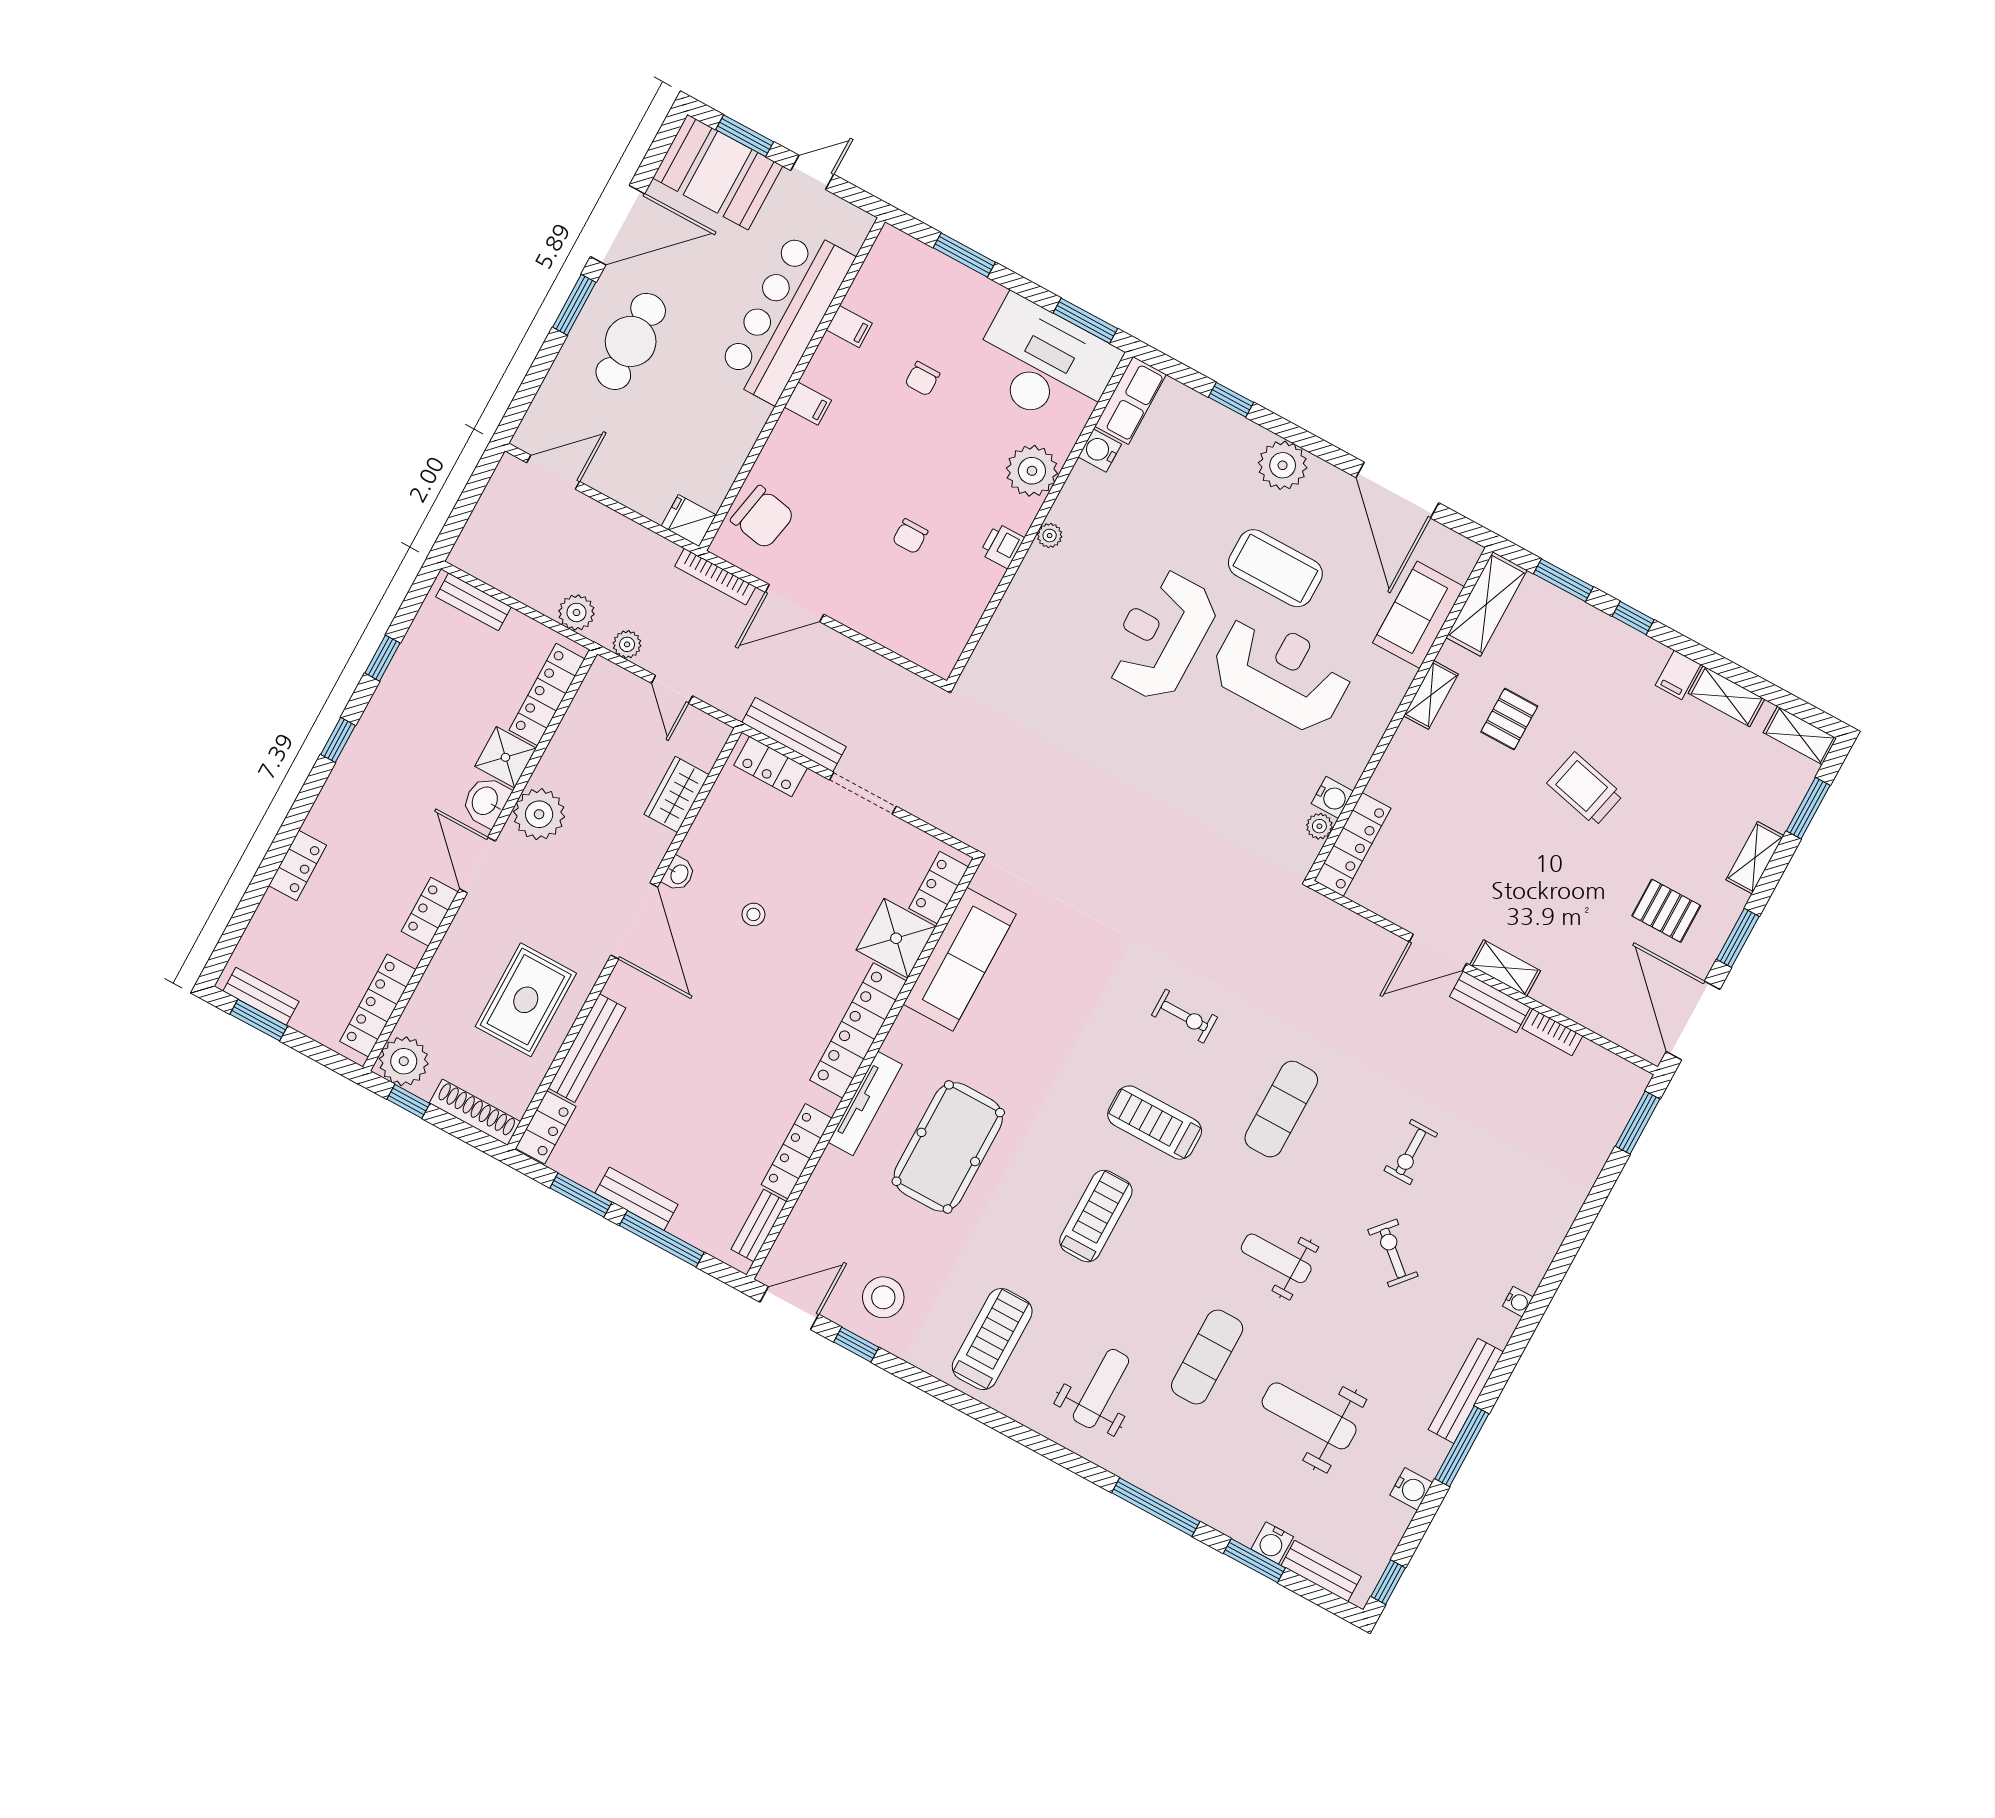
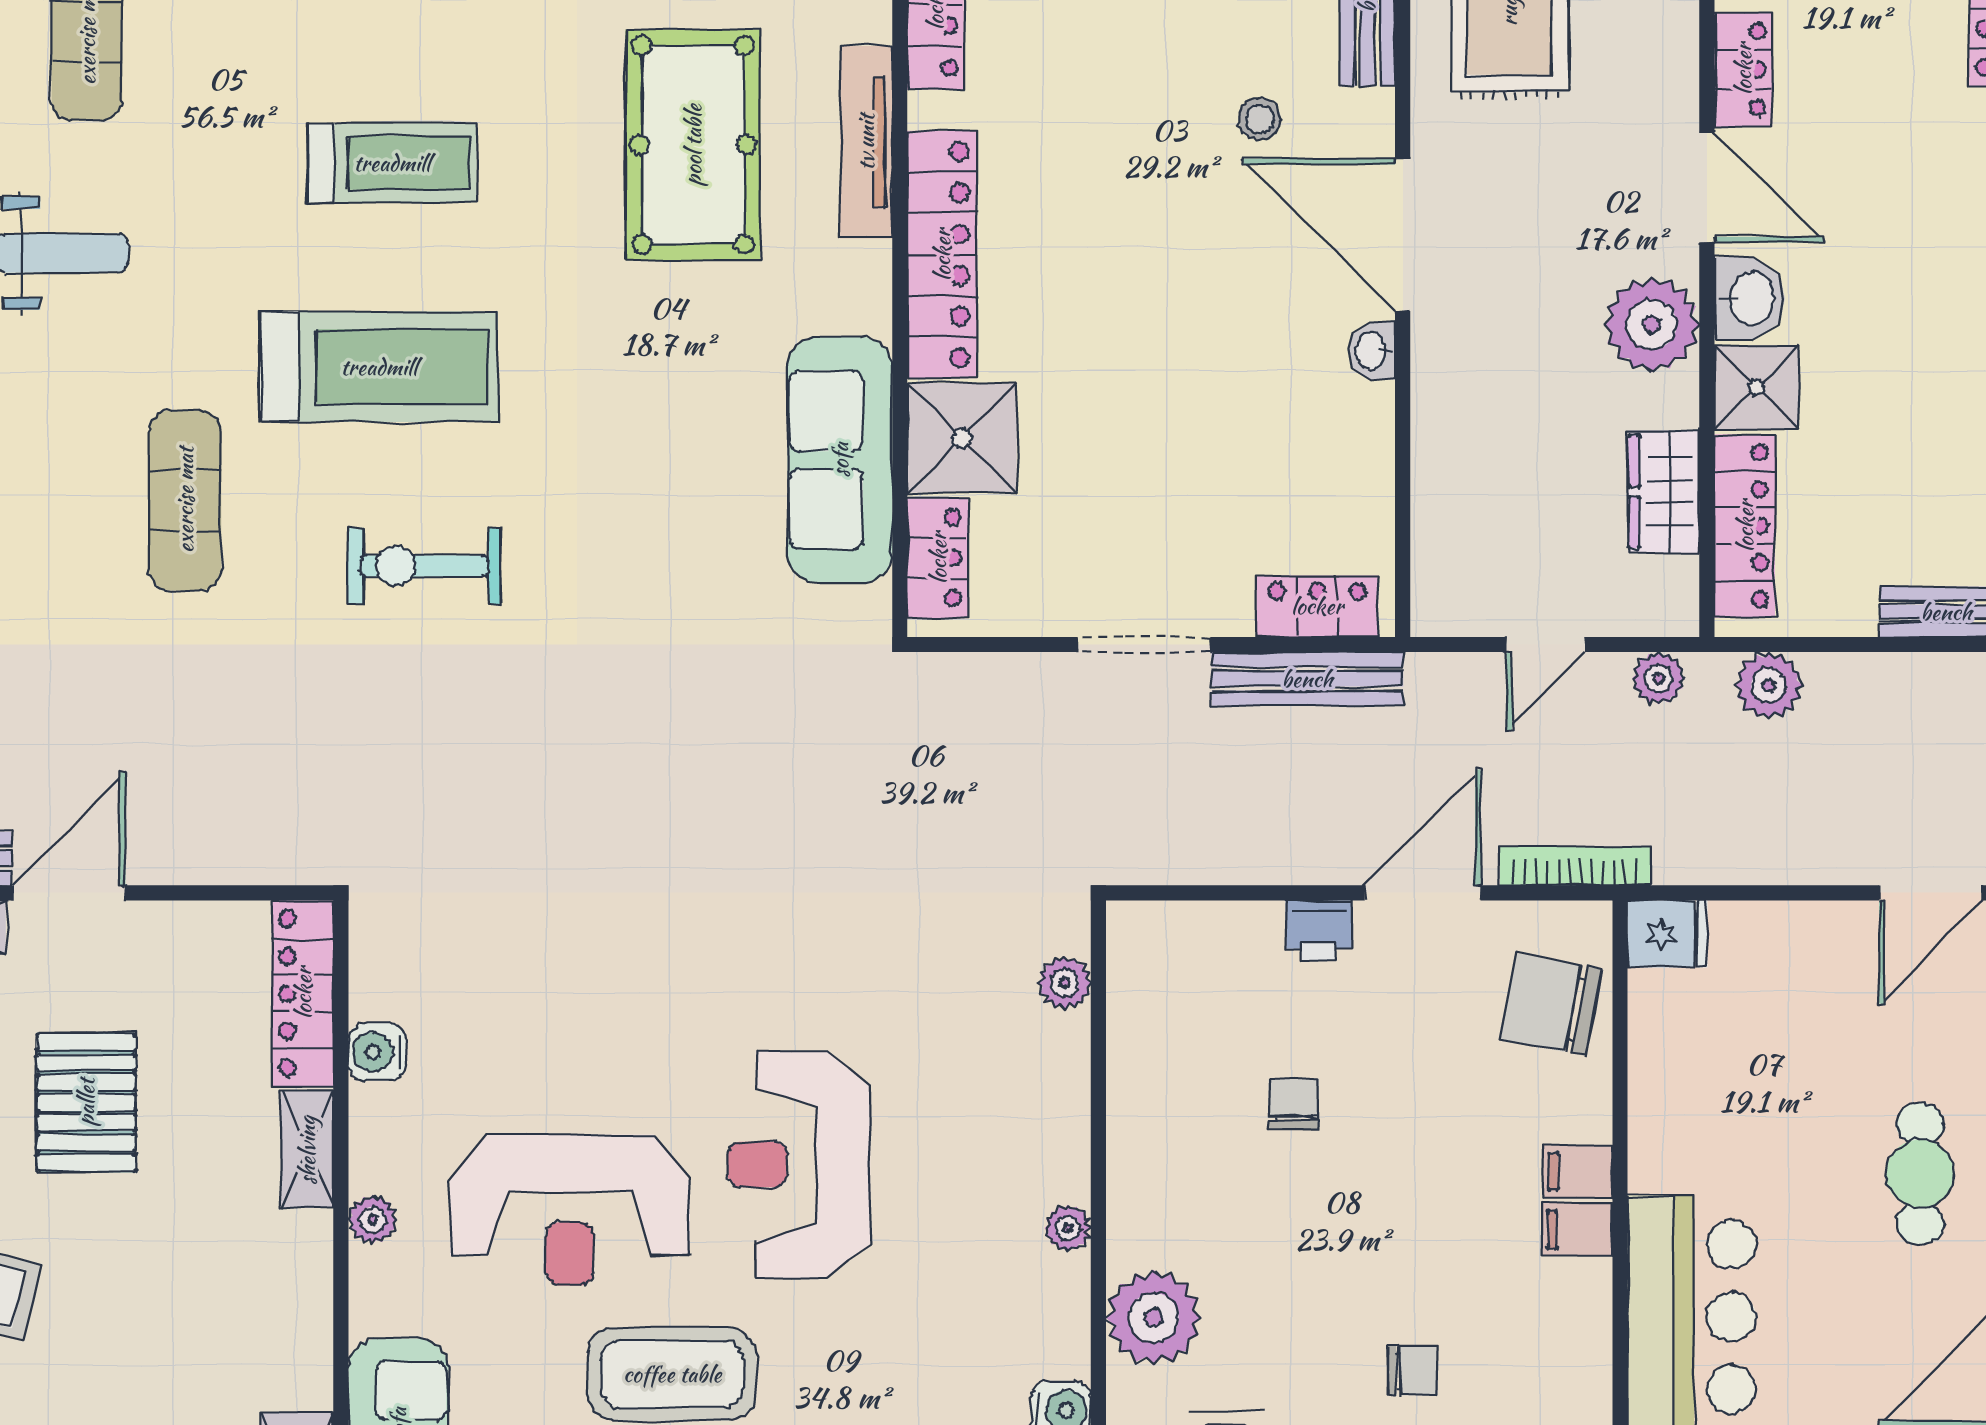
filing cabinet: (849, 327) -> (1578, 1172), moved
cafe table: (631, 341) -> (1920, 1174), width x0.73, depth x0.74
chair: (922, 379) -> (1413, 1371), turned 90
printer: (1002, 546) -> (1319, 930), moved, turned 90
reception desk: (1161, 635) -> (799, 1164), turned 180
plant: (988, 653) -> (1065, 983), added
door: (672, 689) -> (1546, 645), swing flipped
shelving: (1431, 695) -> (307, 1150), moved
pallet: (1509, 719) -> (86, 1102), moved, width x1.50, depth x1.42
wardrobe: (677, 794) -> (1664, 492), moved, turned 180
plant: (1319, 826) -> (373, 1220), moved
stool: (753, 914) -> (1260, 119), moved
exercise bike: (1184, 1016) -> (425, 566), width x1.38, depth x1.39
treadmill: (1155, 1123) -> (379, 367), width x1.37, depth x1.37
treadmill: (1096, 1216) -> (392, 163), turned -90

